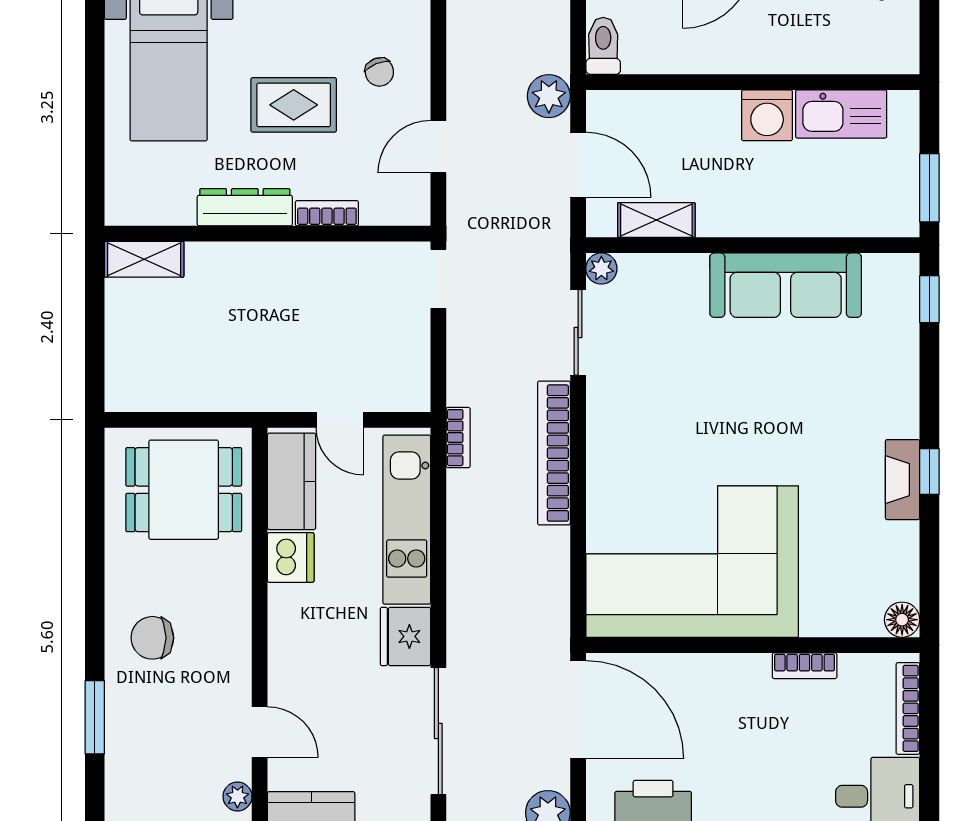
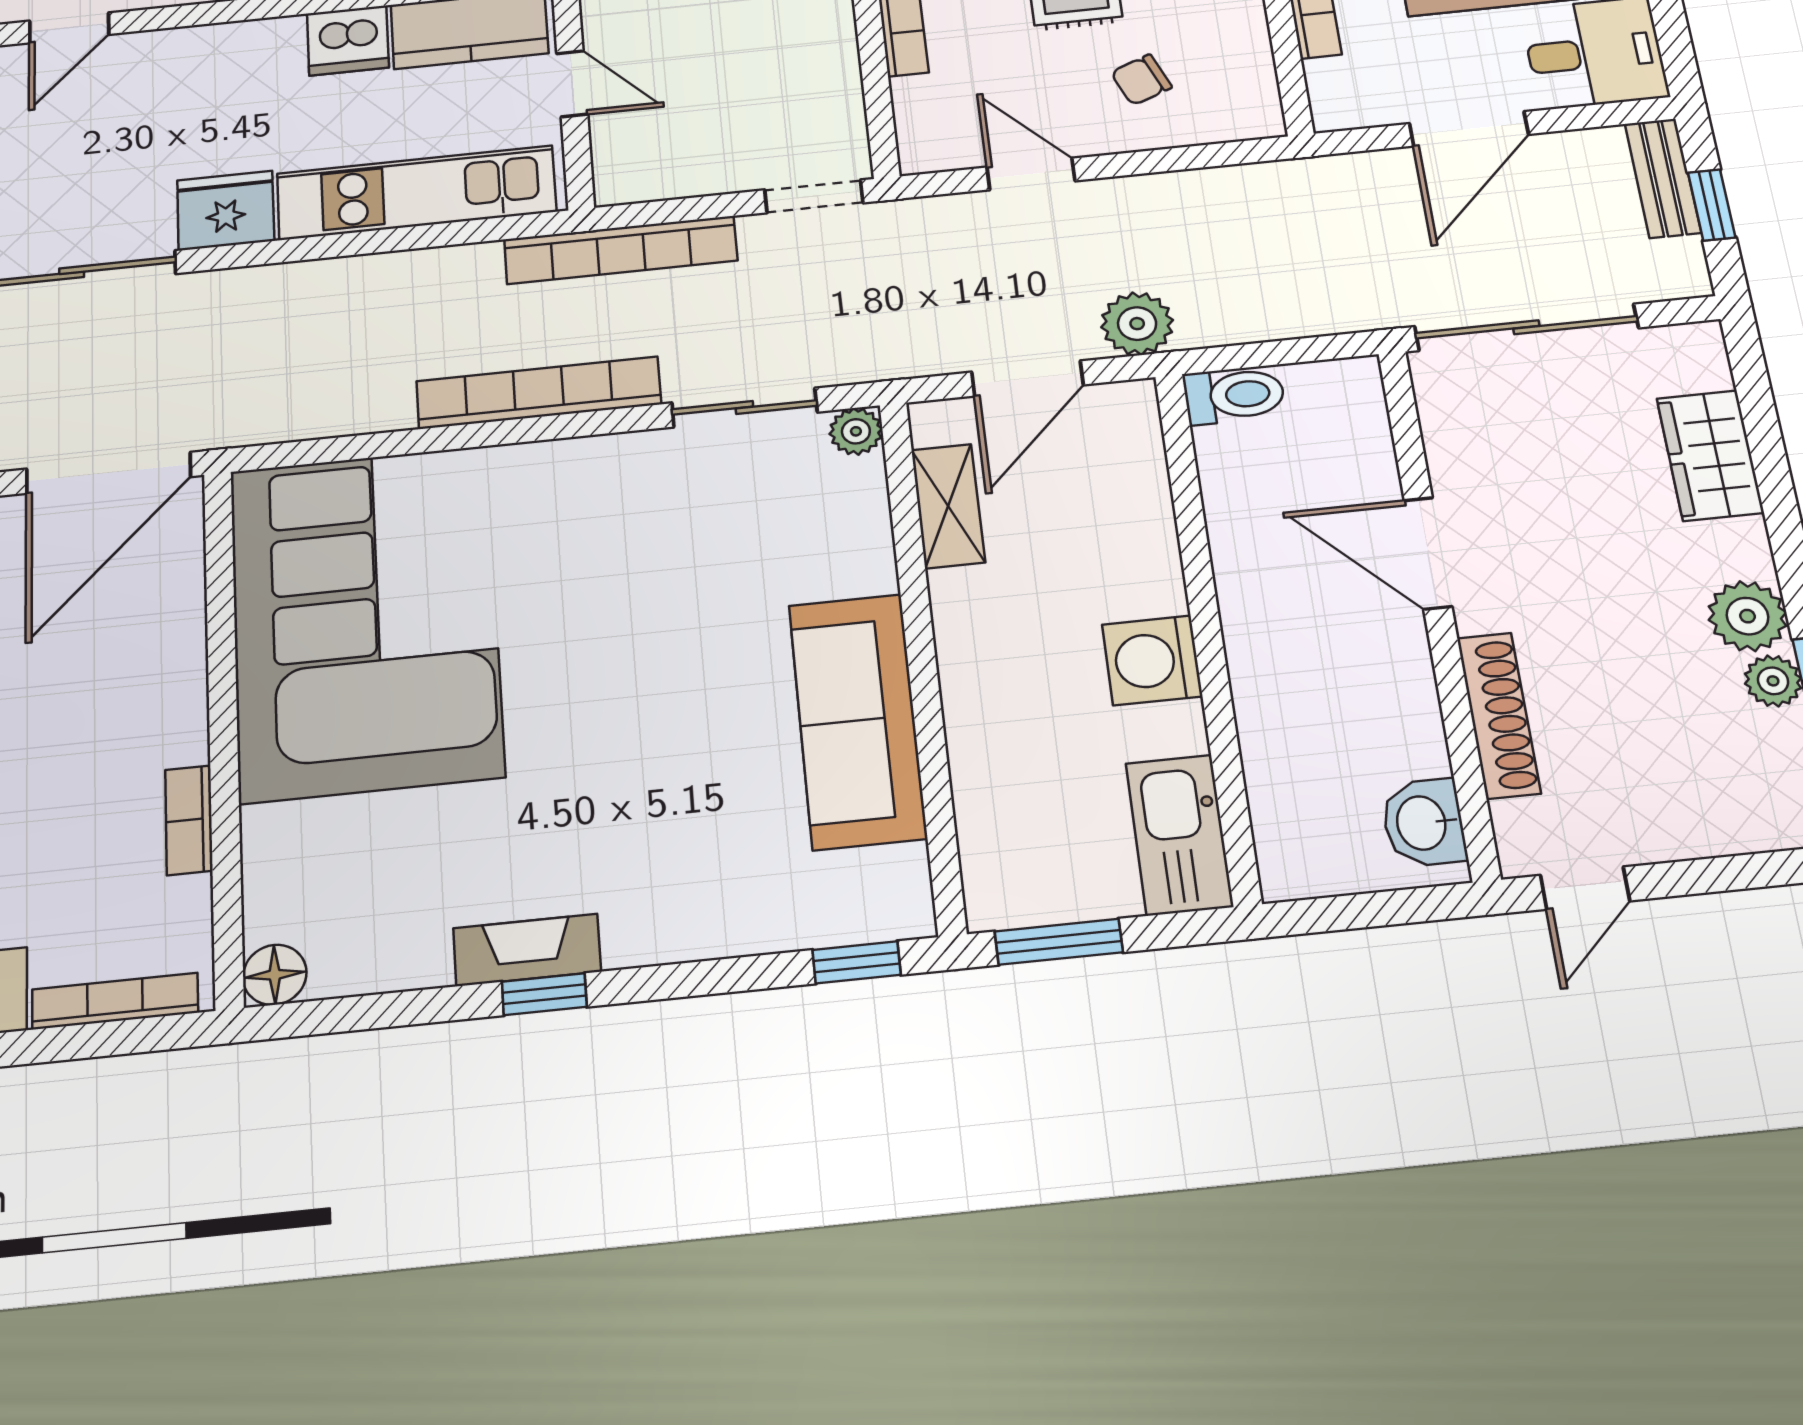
kitchen sink: (841, 114) -> (1179, 835), moved
door: (340, 420) -> (572, 84), swing flipped
bookcase: (458, 438) -> (621, 250), width x2.31, depth x1.31

